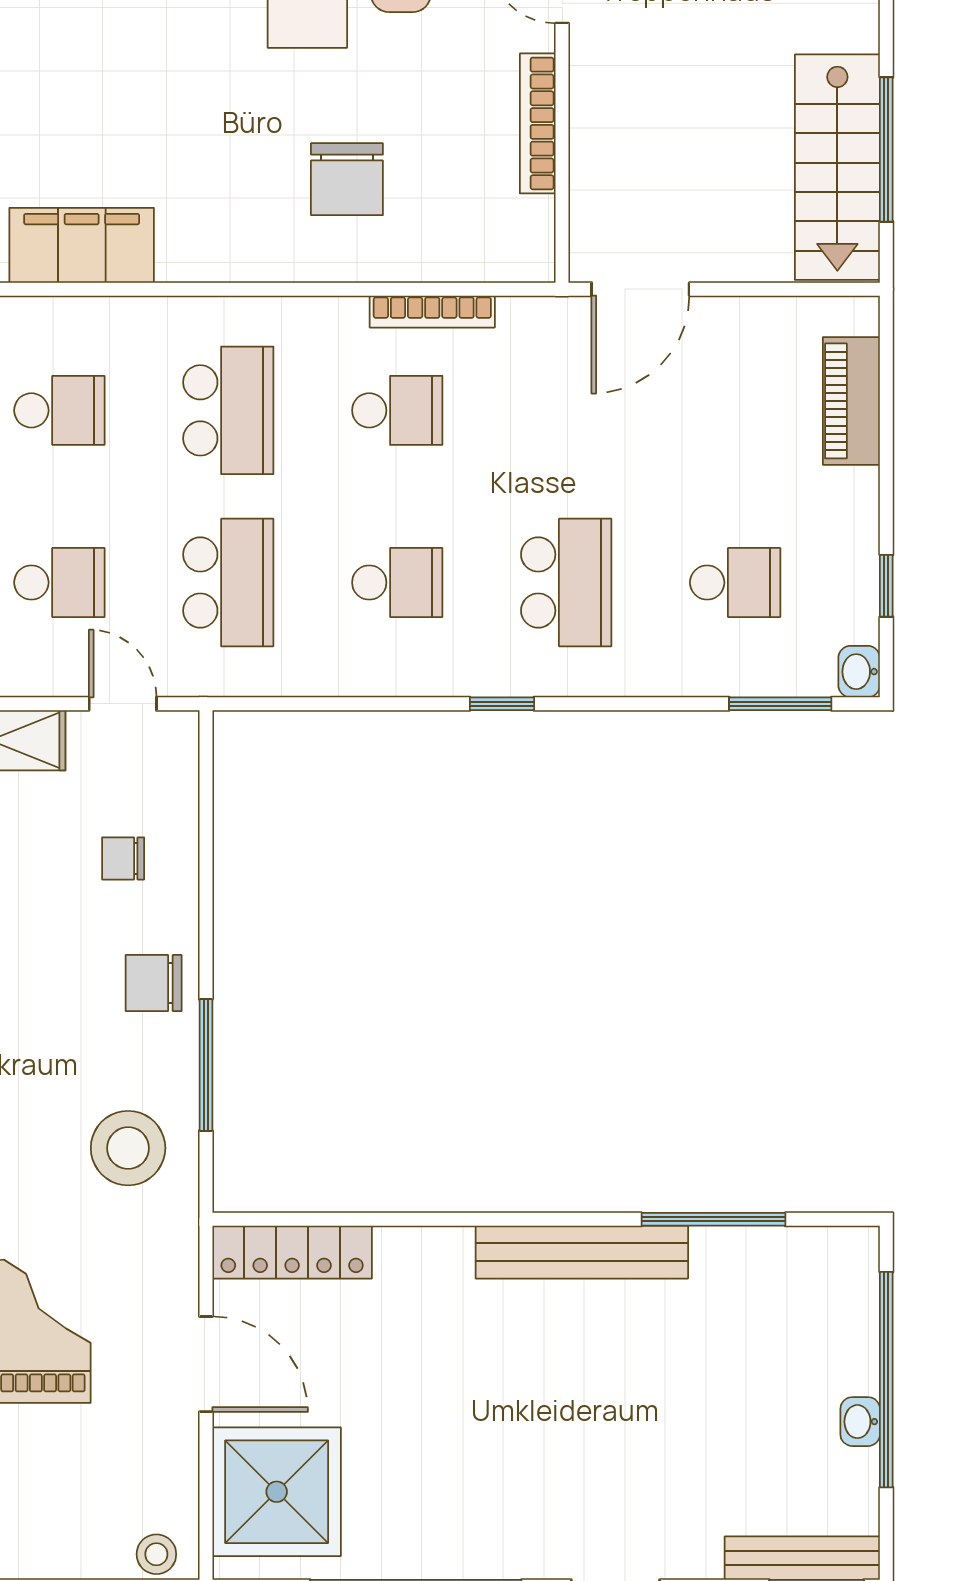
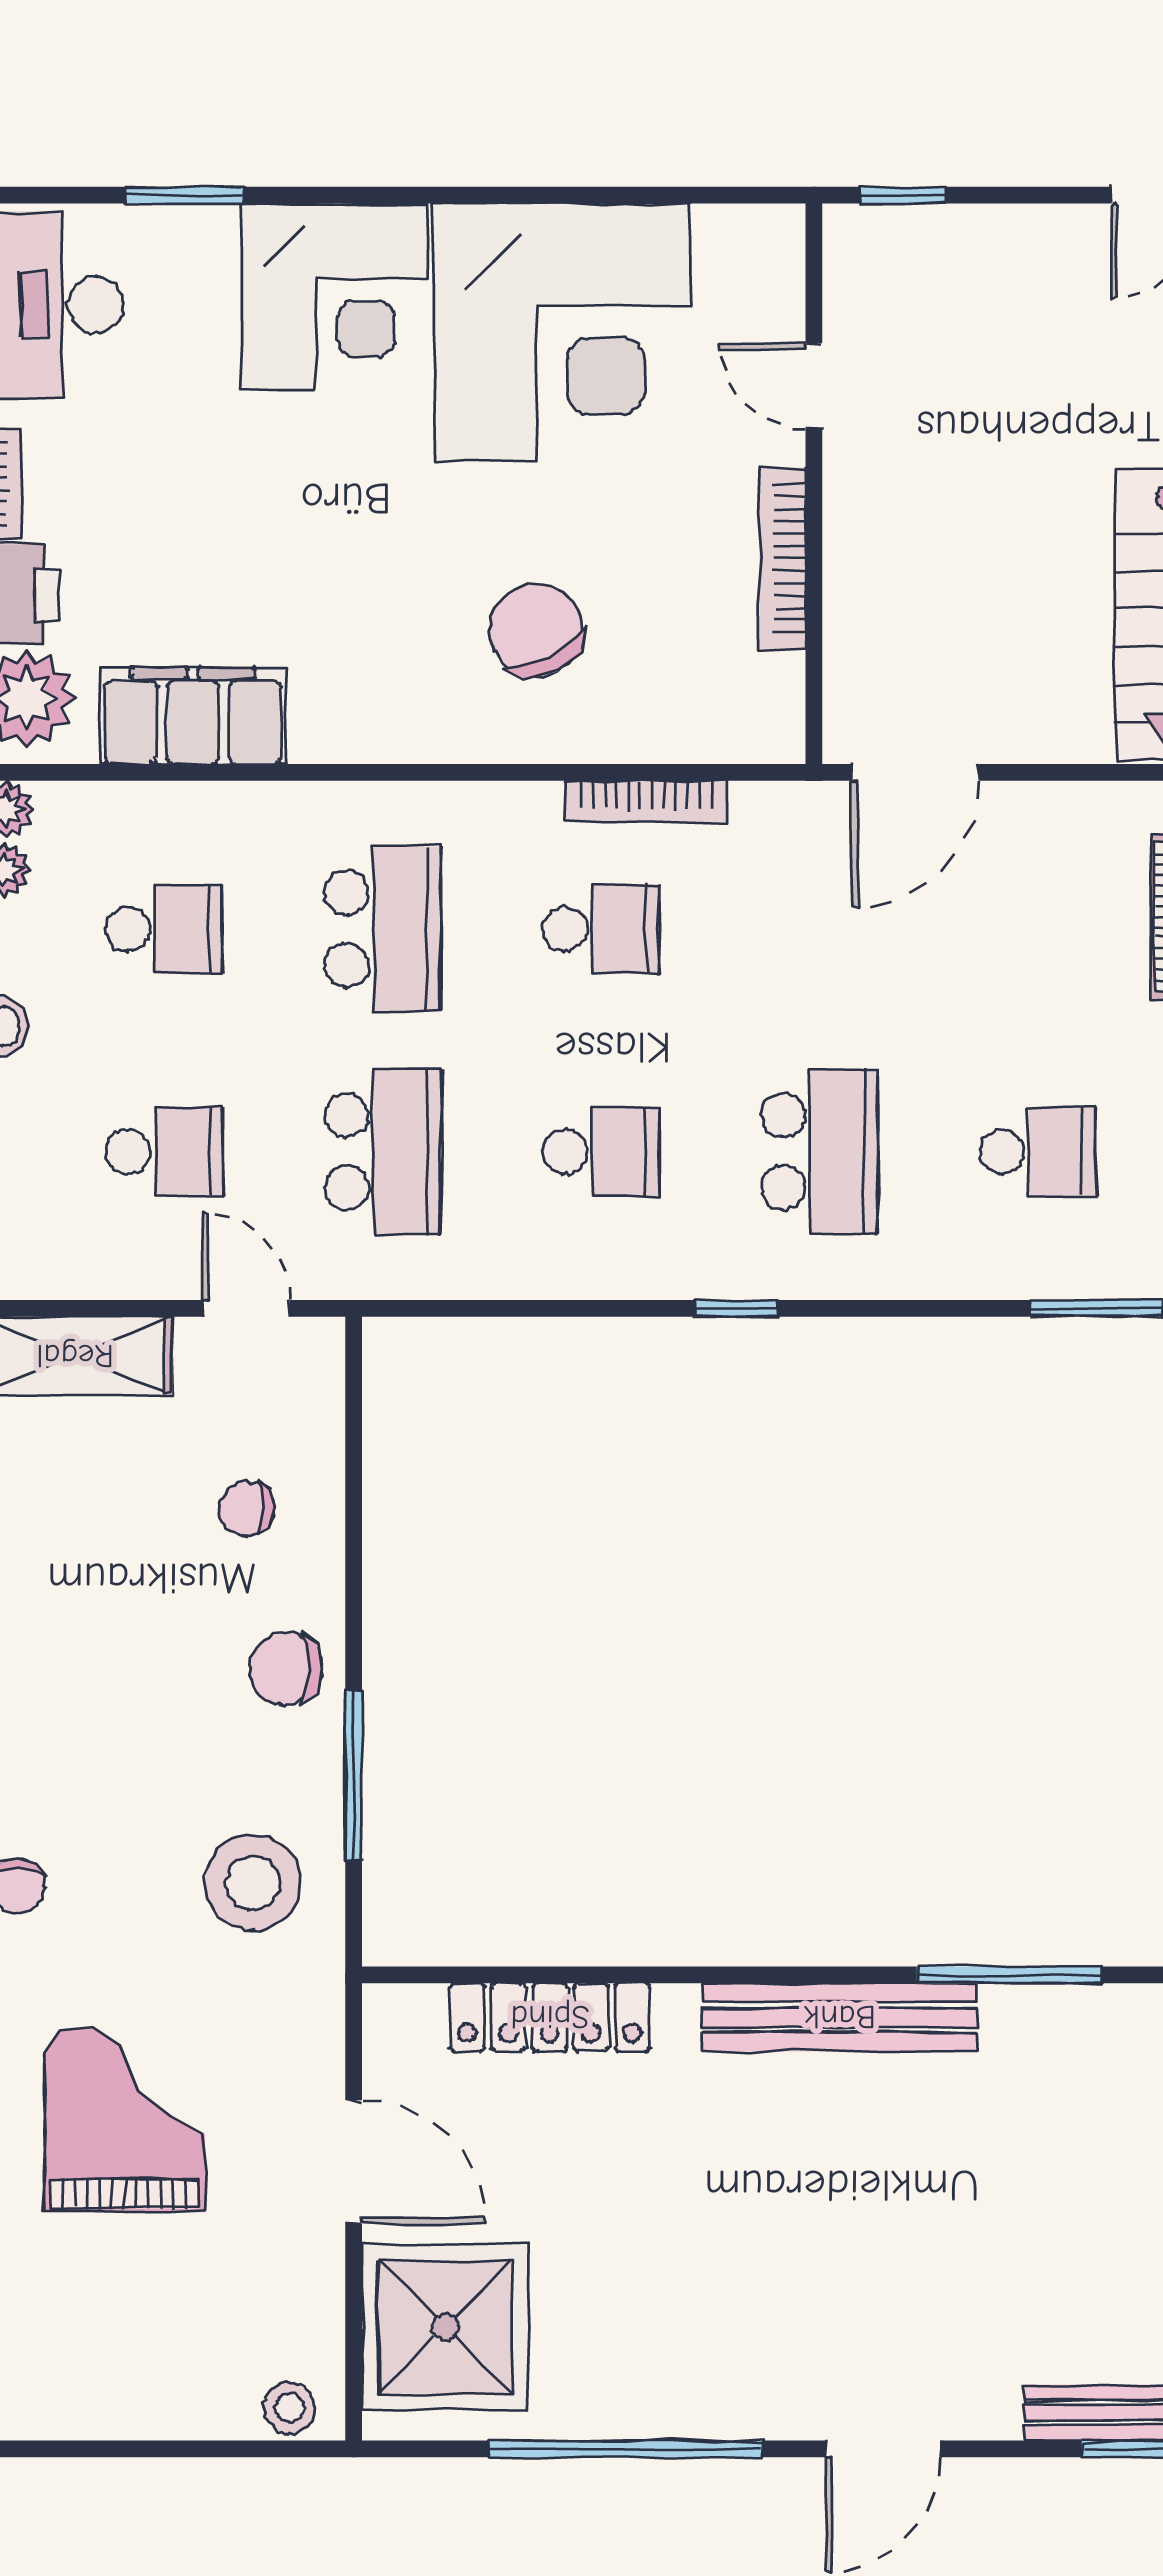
chair: (347, 179) -> (536, 630), turned 153
locker: (292, 1252) -> (550, 2017), moved

